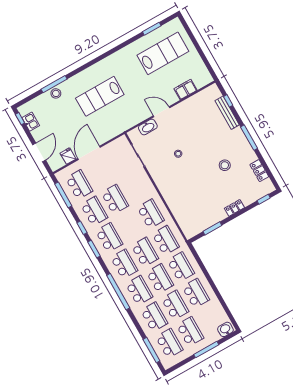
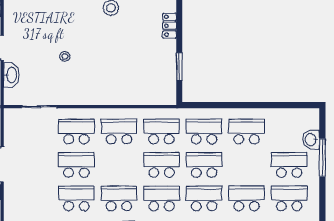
school desk: (79, 185) -> (76, 132), moved
school desk: (175, 305) -> (247, 165), removed
washbasin: (225, 329) -> (311, 140), moved

